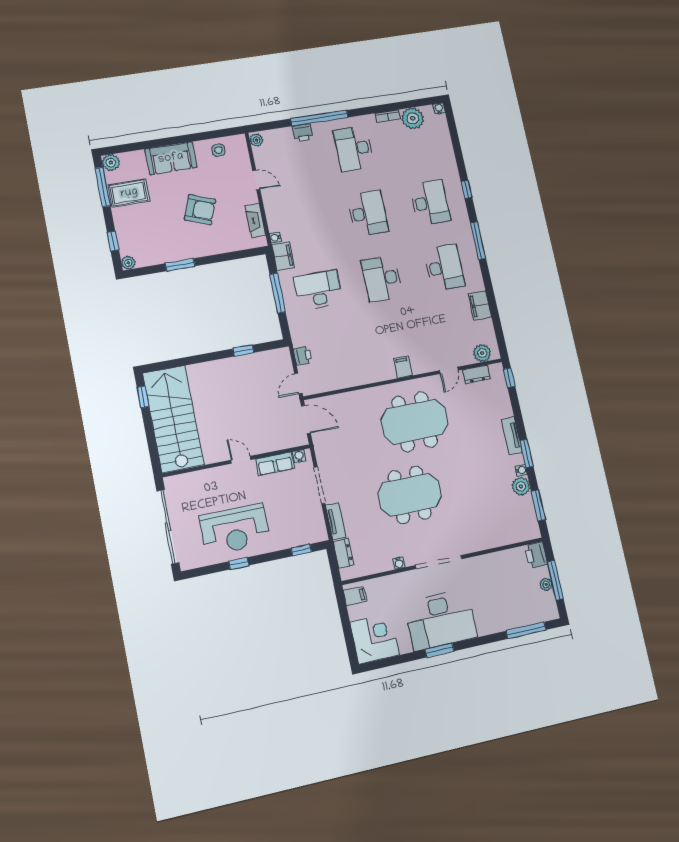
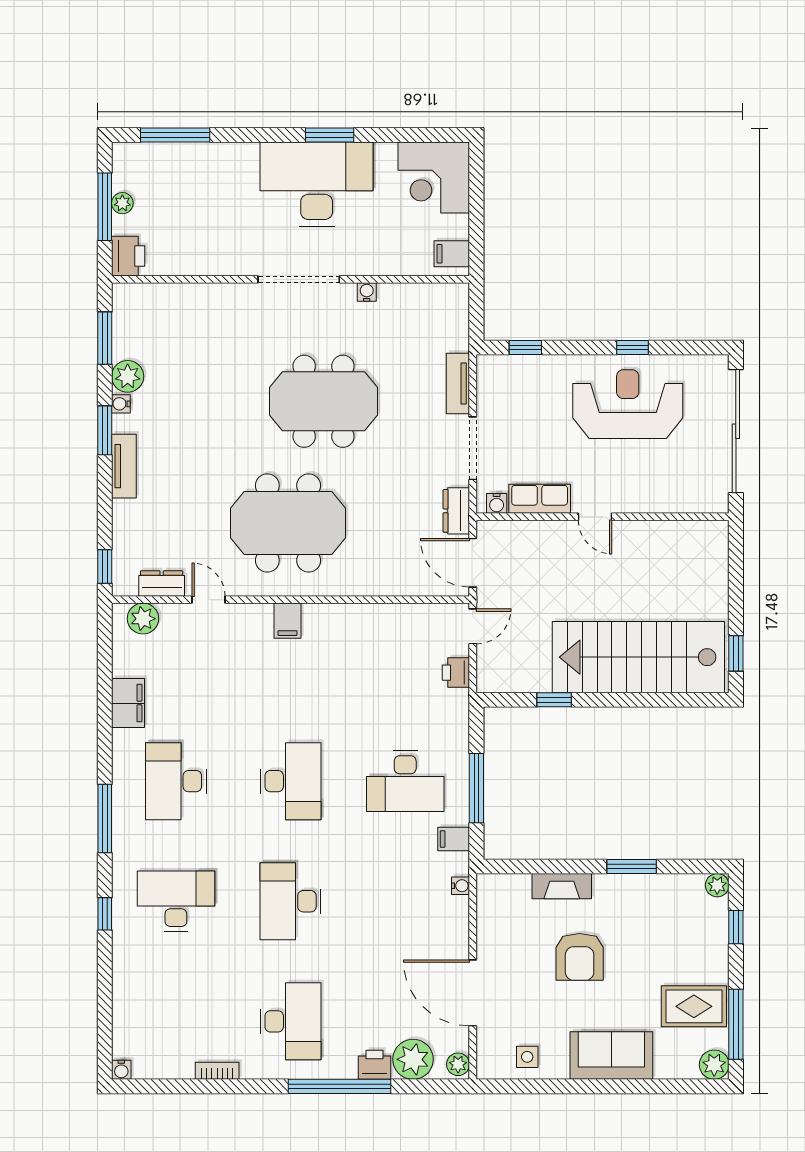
plant: (413, 118) -> (413, 1059), moved
door: (256, 180) -> (473, 993), width x1.88
desk: (430, 203) -> (176, 901), turned 90
armchair: (200, 210) -> (580, 957), turned -111
fireplace: (255, 220) -> (562, 886), moved, turned 90
filing cabinet: (283, 256) -> (454, 839), width x0.50
door: (449, 370) -> (209, 600), hinge flipped
stairs: (173, 419) -> (638, 657), moved, turned 90
dresser: (343, 553) -> (456, 511), moved

